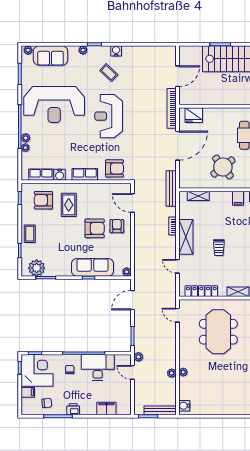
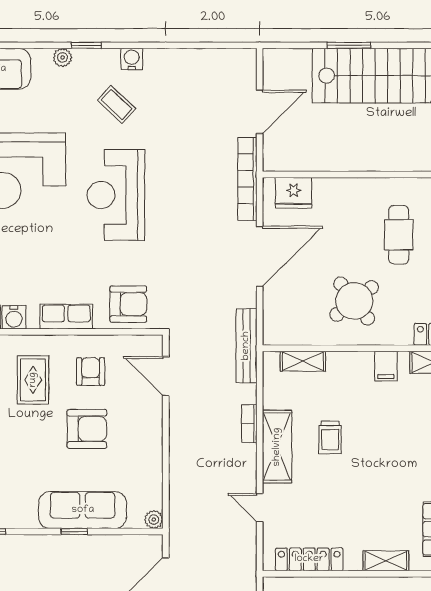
armchair: (117, 226) -> (91, 372), moved
trolley: (219, 248) -> (330, 437), moved

